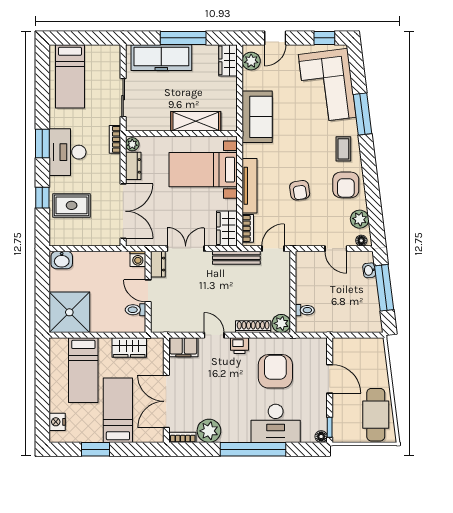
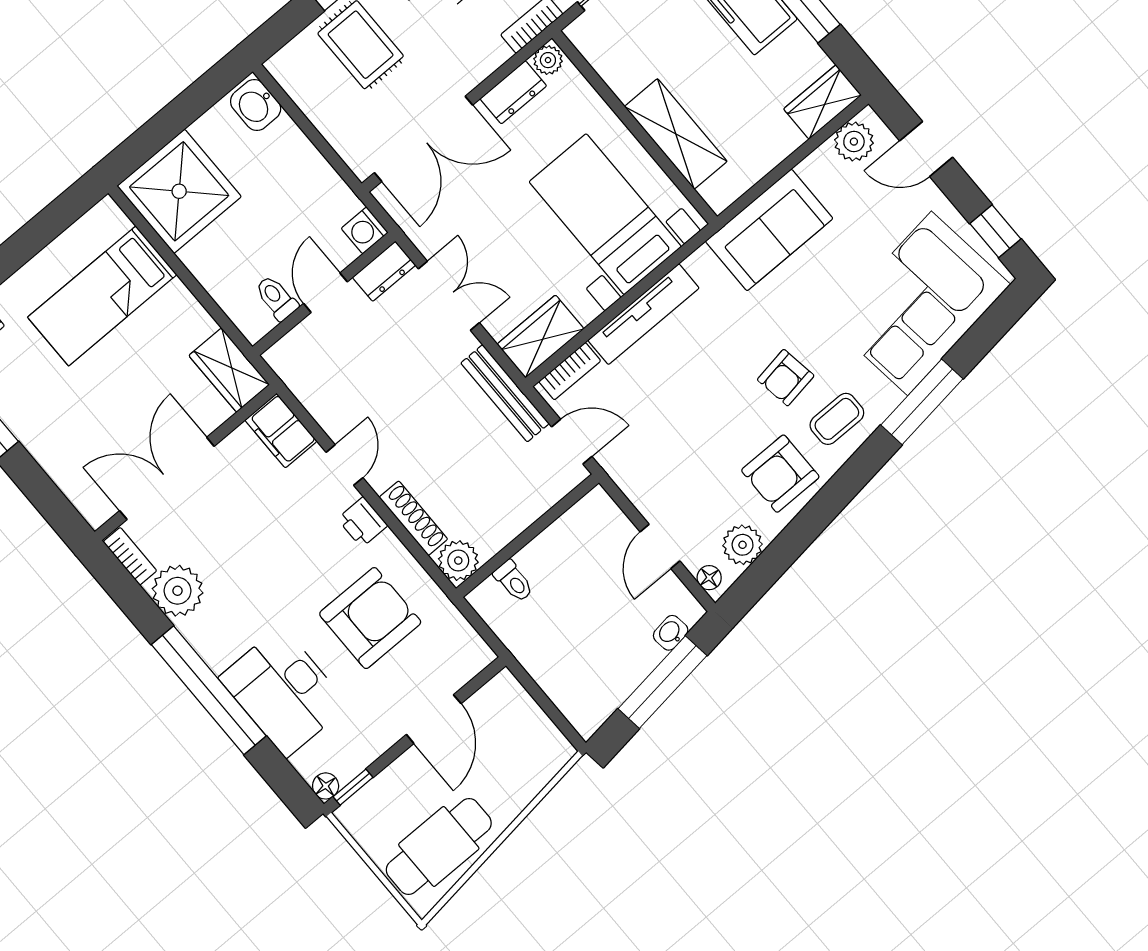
armchair: (300, 190) -> (786, 378), moved
wardrobe: (129, 348) -> (229, 370), moved
bed: (118, 410) -> (84, 410), removed

